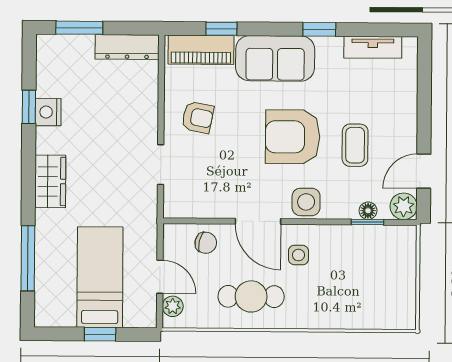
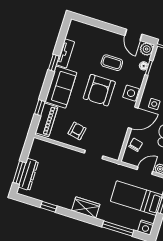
dresser: (127, 47) -> (28, 174), moved
tv unit: (373, 47) -> (66, 53), moved
nightstand: (48, 112) -> (146, 228), moved

